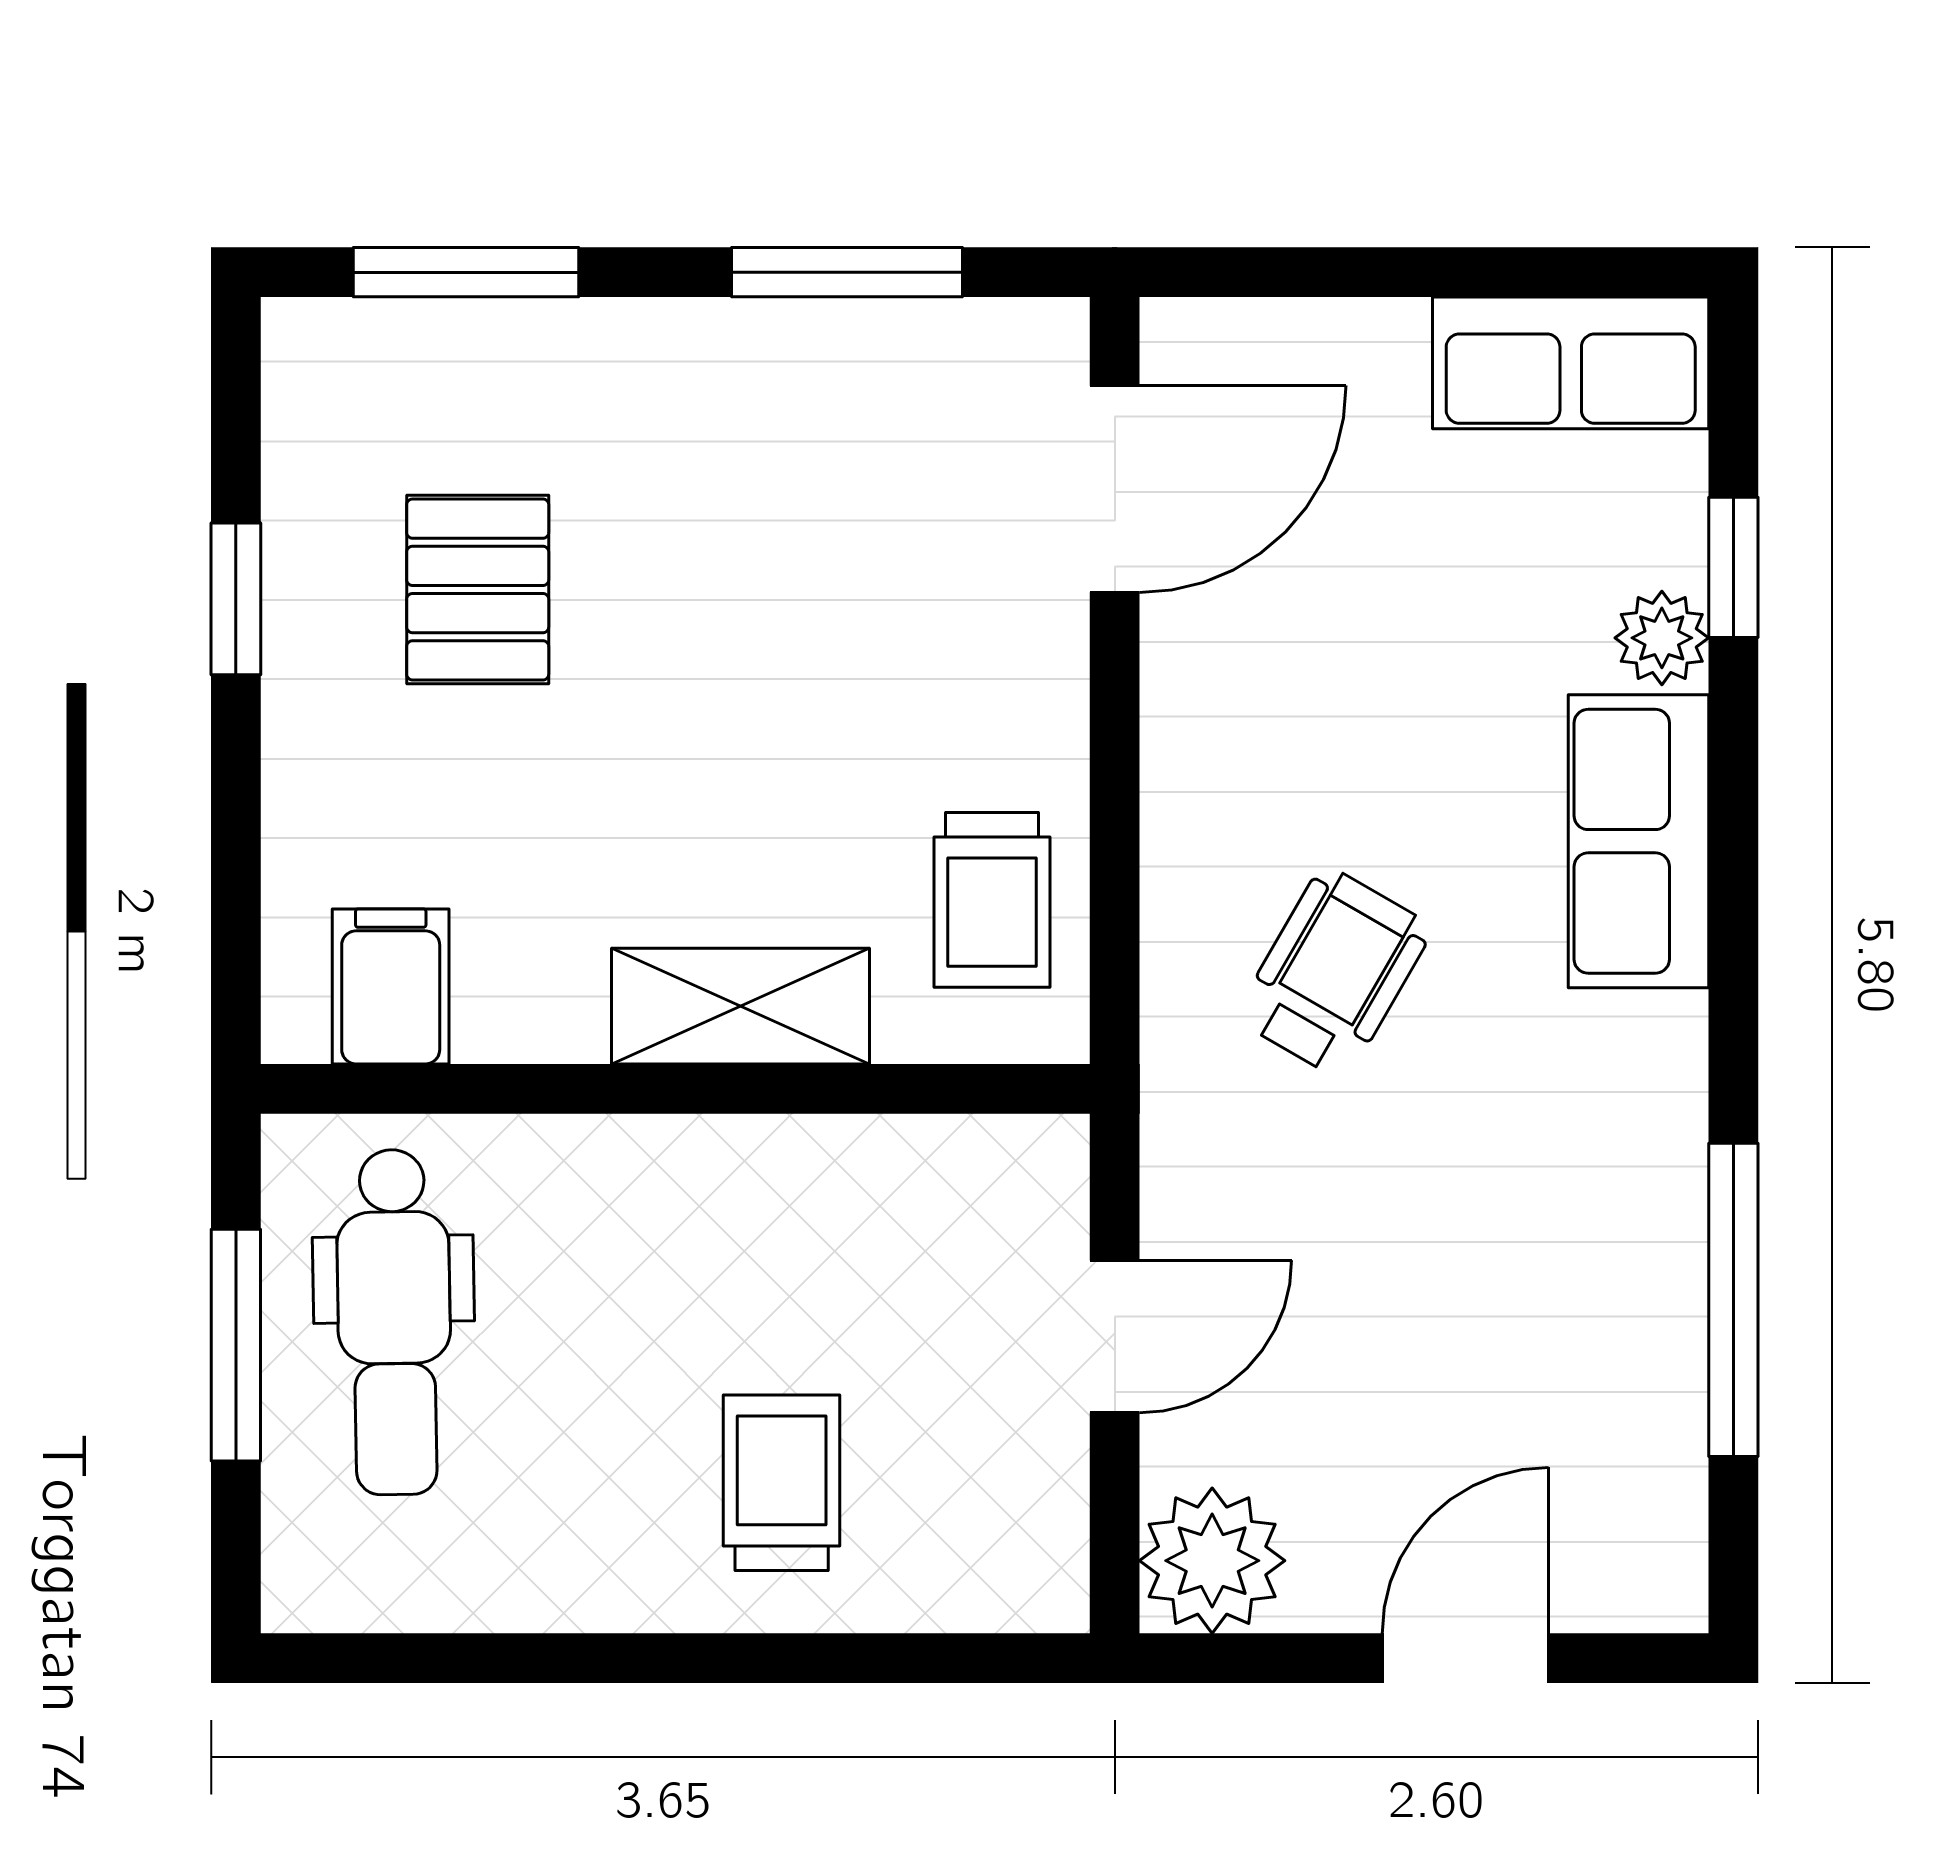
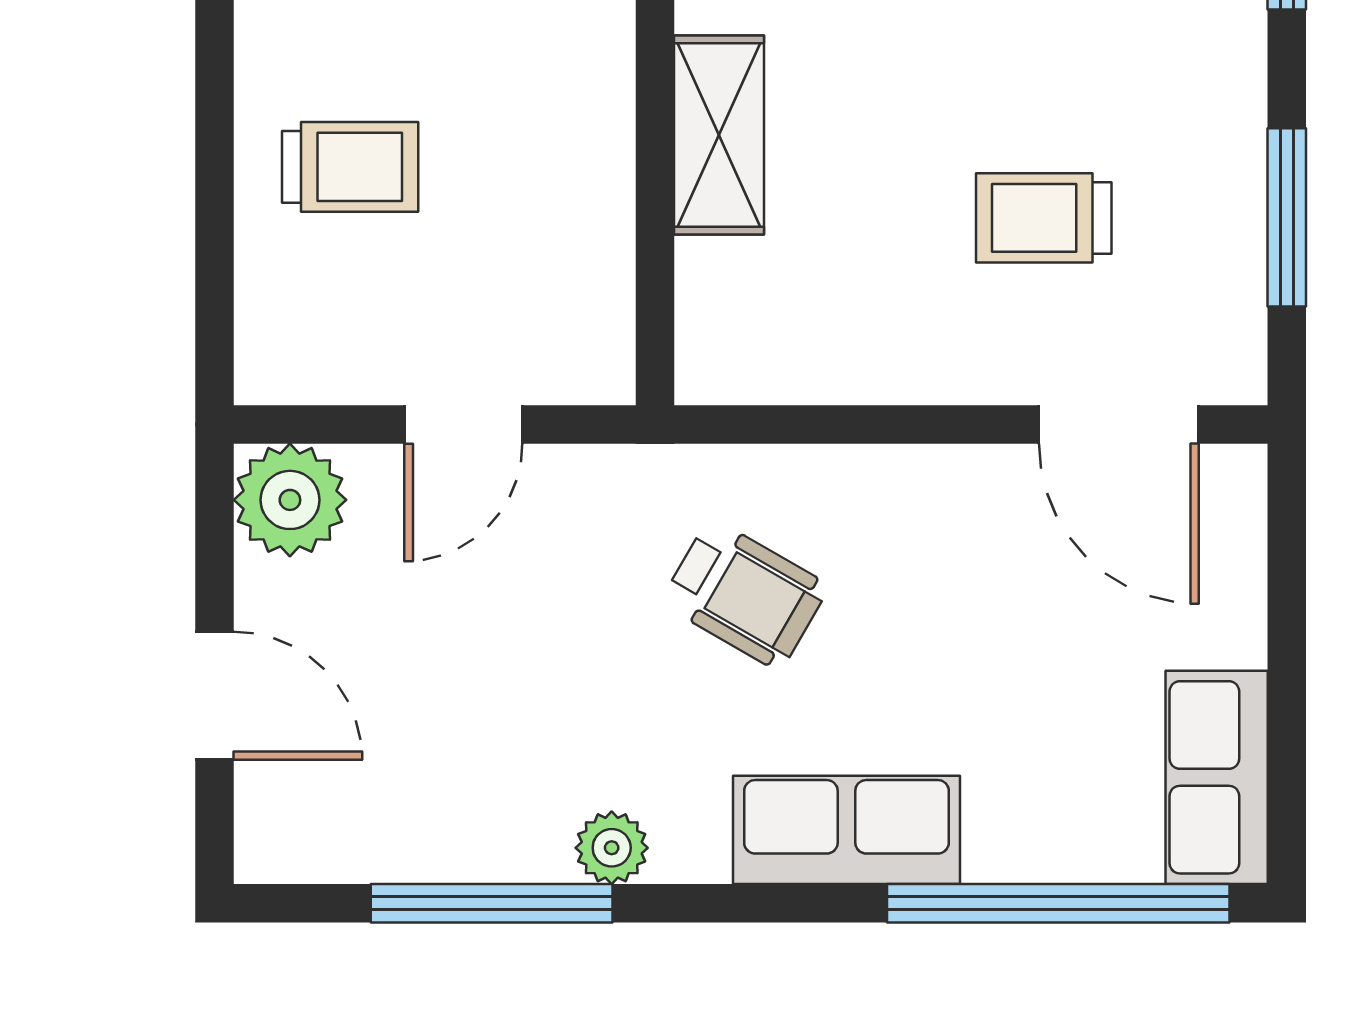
window: (1733, 567) -> (1058, 903), width x3.17
plant: (1662, 638) -> (612, 848), moved
trolley: (992, 900) -> (1044, 218), moved
door: (1115, 1337) -> (463, 424), hinge flipped

